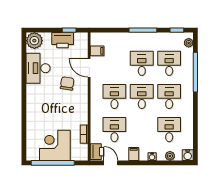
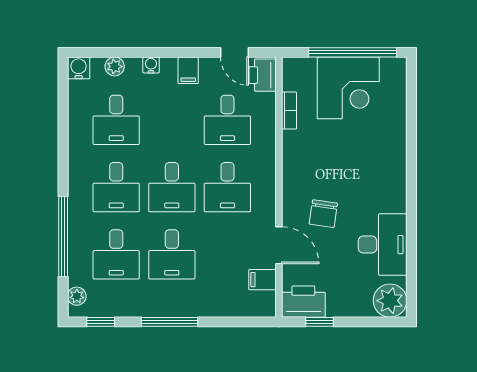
printer: (63, 40) -> (303, 302), moved

